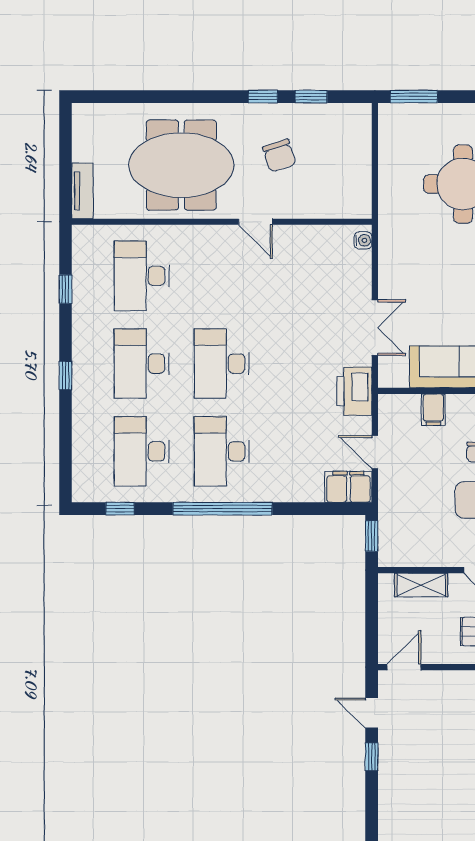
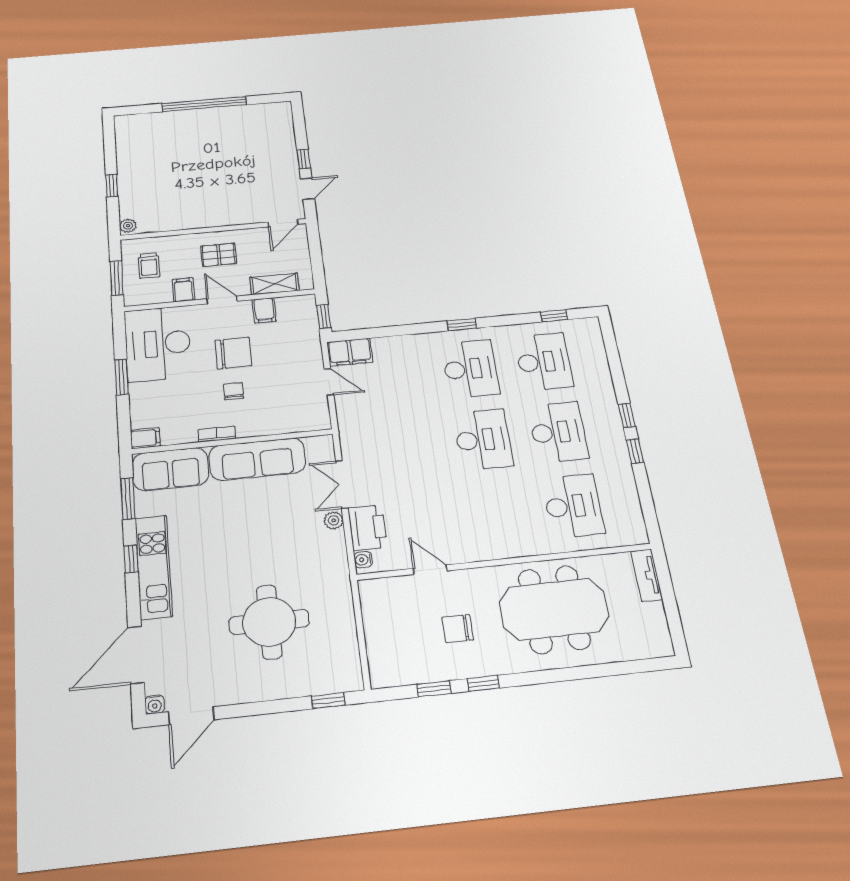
window: (414, 97) -> (328, 701), width x0.67
chair: (279, 156) -> (458, 629), turned -72
door: (255, 222) -> (430, 570), moved
plant: (388, 287) -> (334, 520), added
window: (65, 289) -> (635, 451), moved
printer: (354, 391) -> (367, 528), moved
filing cabinet: (433, 410) -> (264, 310), moved, turned 180
window: (223, 509) -> (462, 324), width x0.32
door: (372, 713) -> (307, 189), hinge flipped

